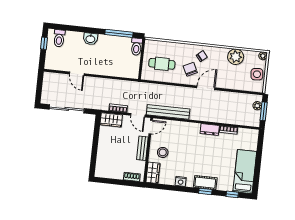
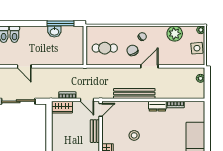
washbasin: (90, 39) -> (54, 32), moved
toilet: (136, 47) -> (14, 34), moved
window: (264, 111) -> (207, 83), removed
bench: (168, 112) -> (134, 94), moved
stool: (163, 152) -> (134, 135), moved

